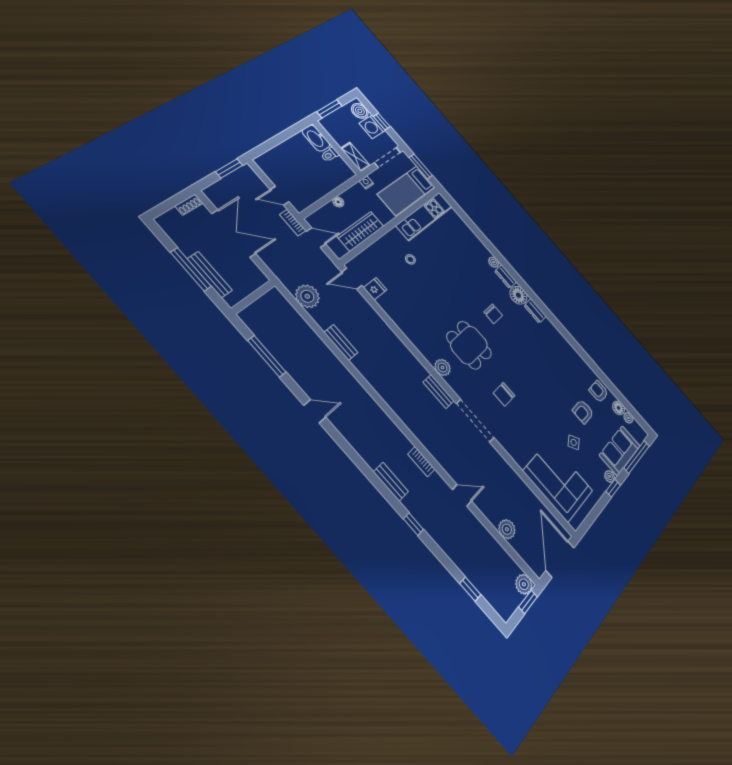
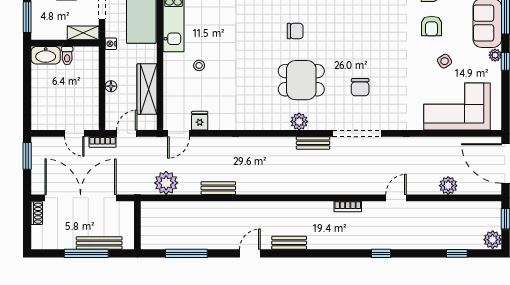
door: (279, 196) -> (74, 133), hinge flipped
double door: (234, 234) -> (81, 198), width x1.36
bench: (391, 482) -> (289, 243), moved
plant: (524, 584) -> (493, 240), moved

